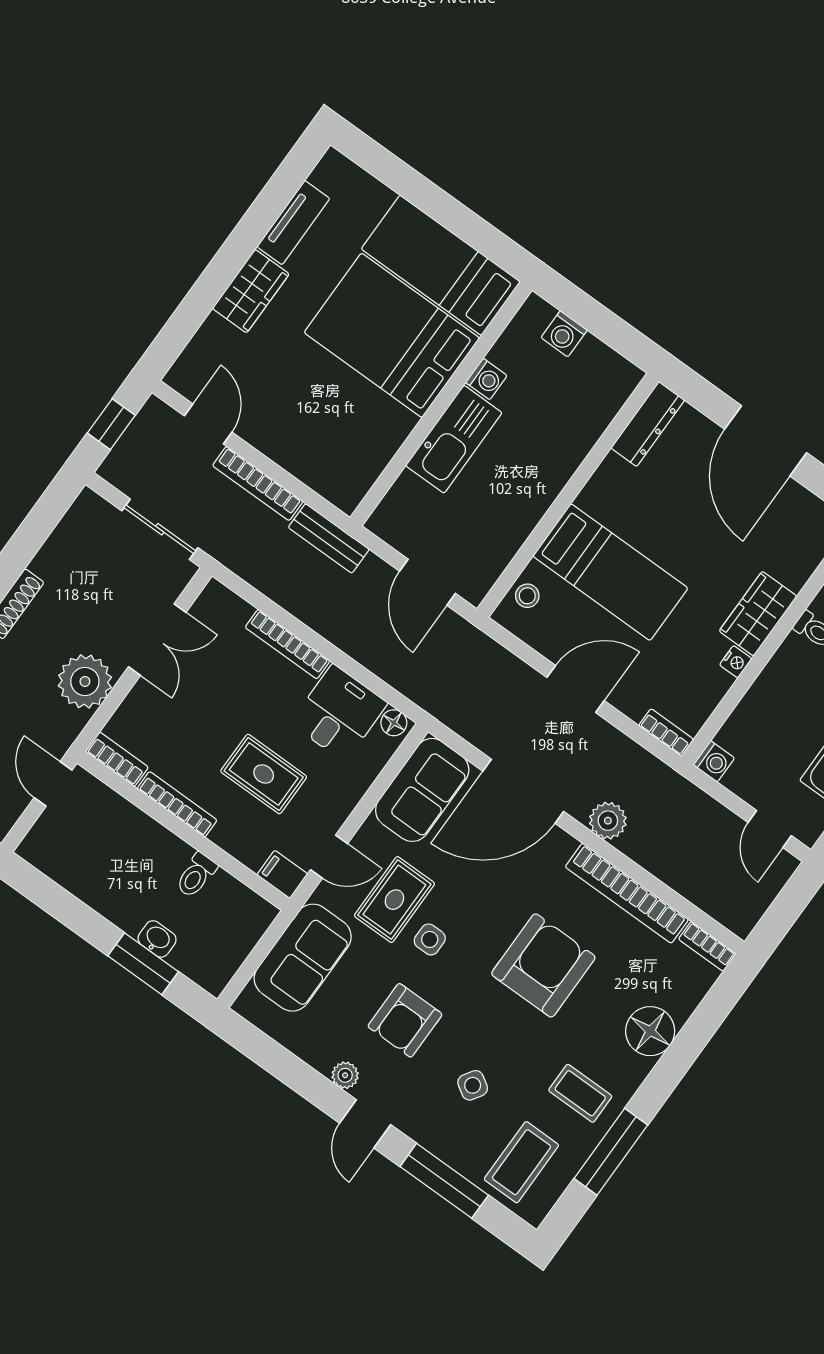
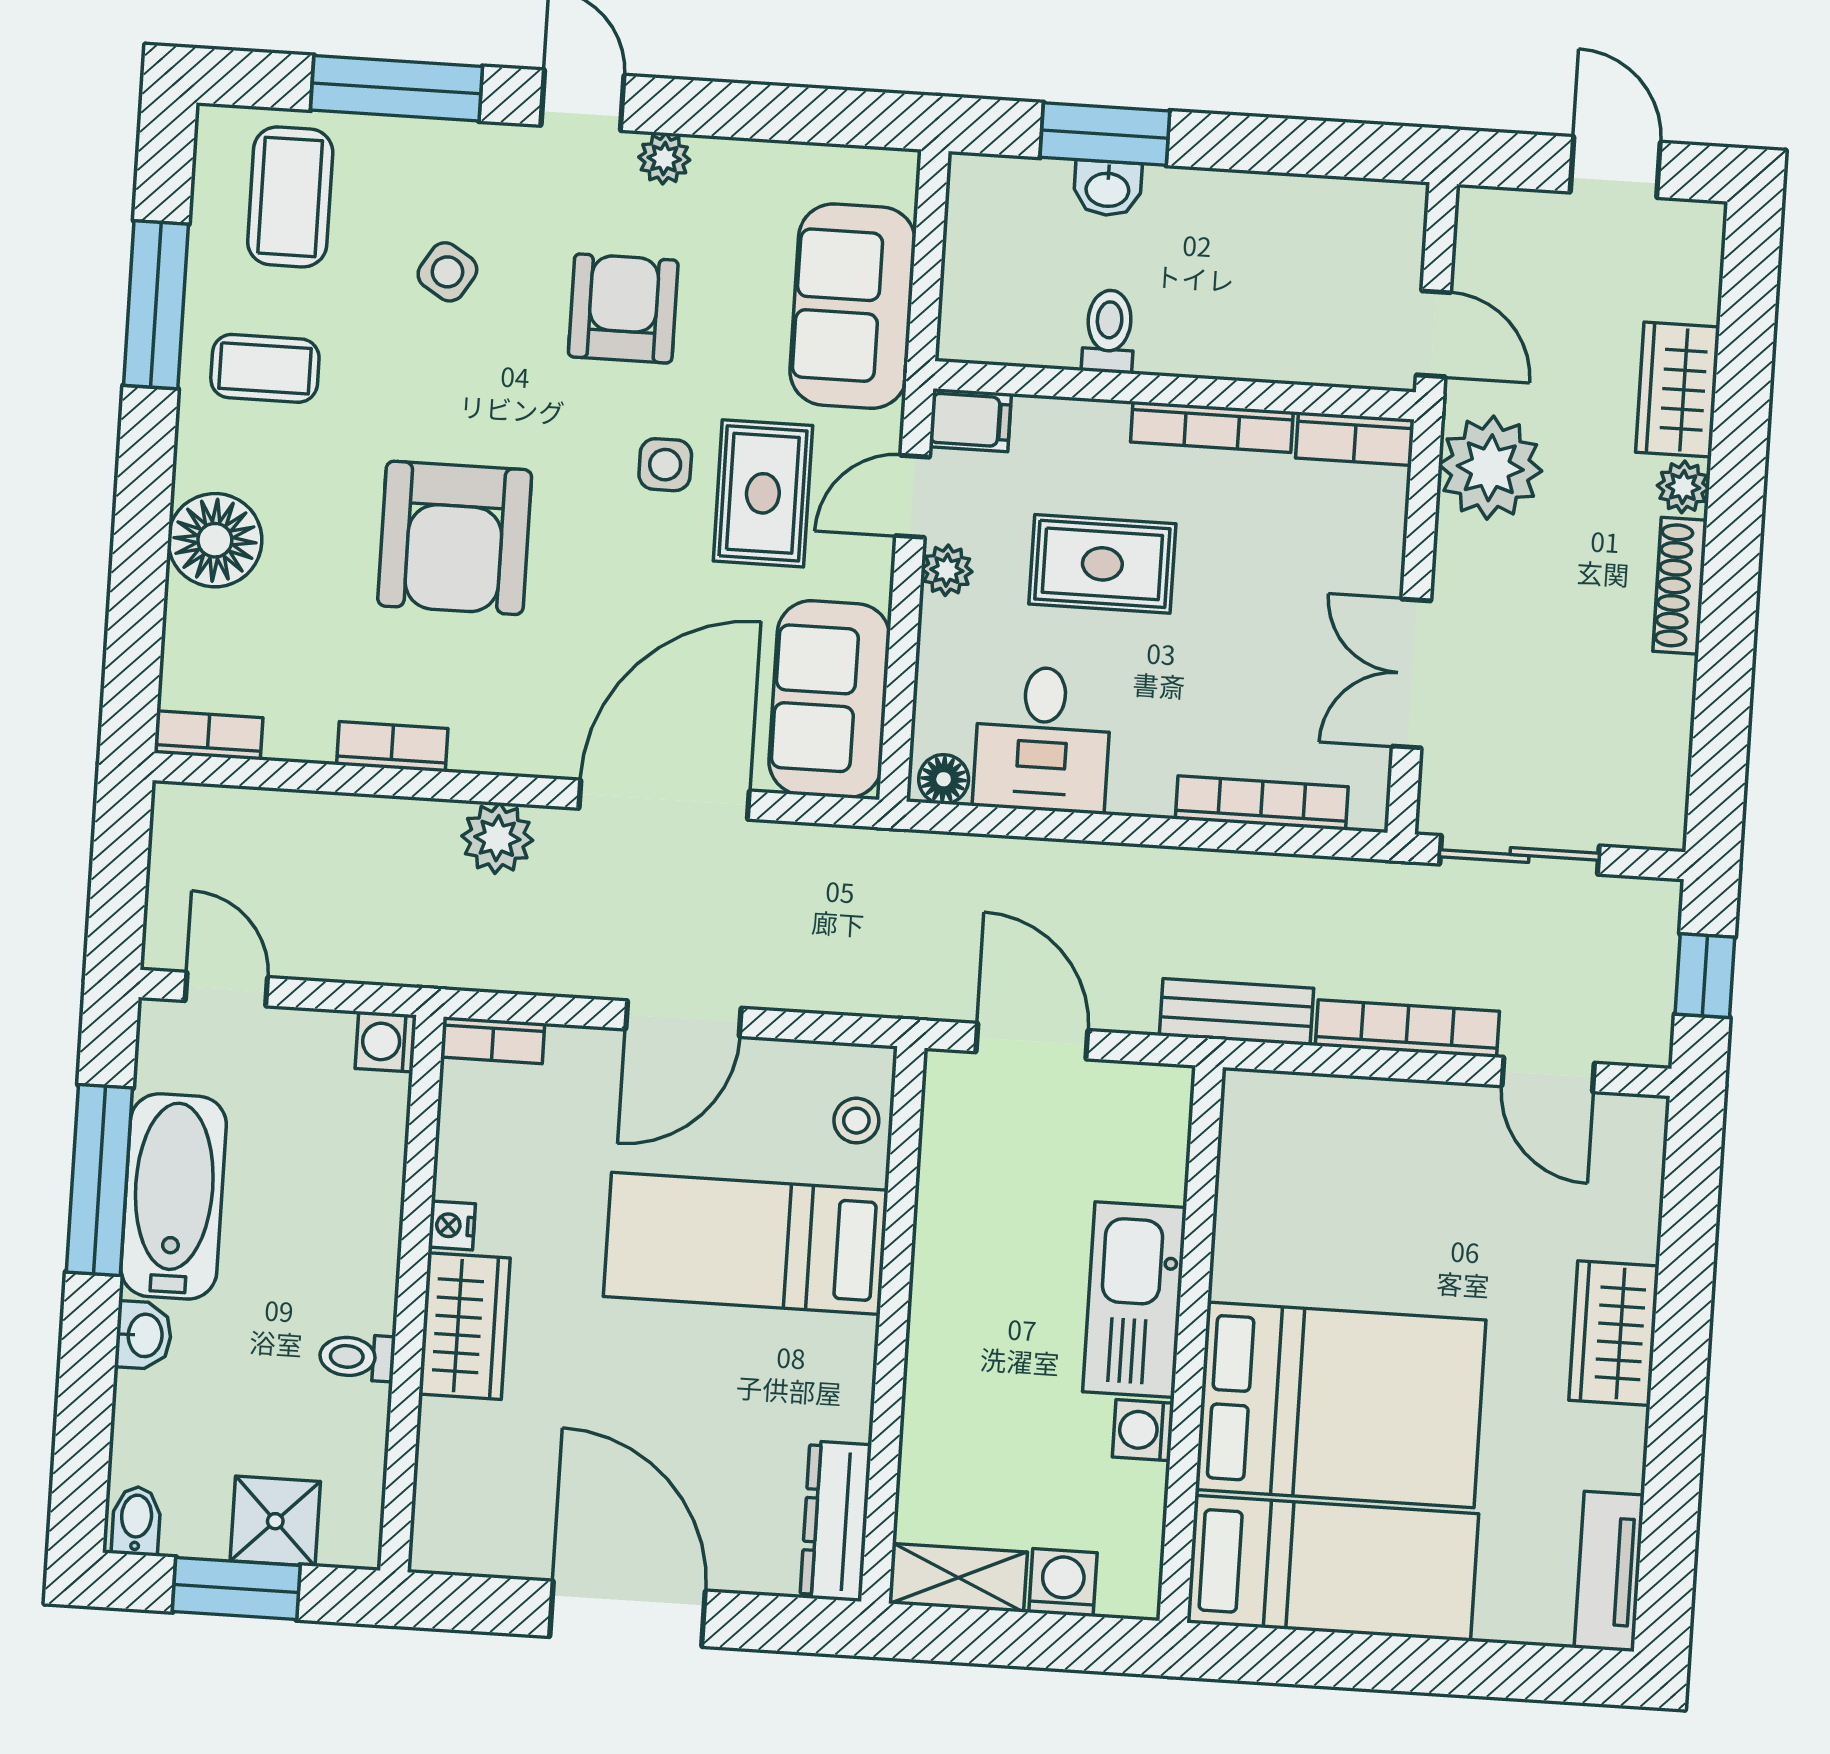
tv unit: (293, 223) -> (1609, 1571), moved
shelving: (609, 365) -> (958, 1578), added
bookcase: (288, 644) -> (1262, 803), moved
plant: (85, 681) -> (1490, 468), moved
plant: (334, 814) -> (947, 570), added
bookcase: (627, 893) -> (392, 747), width x0.43, depth x0.76

